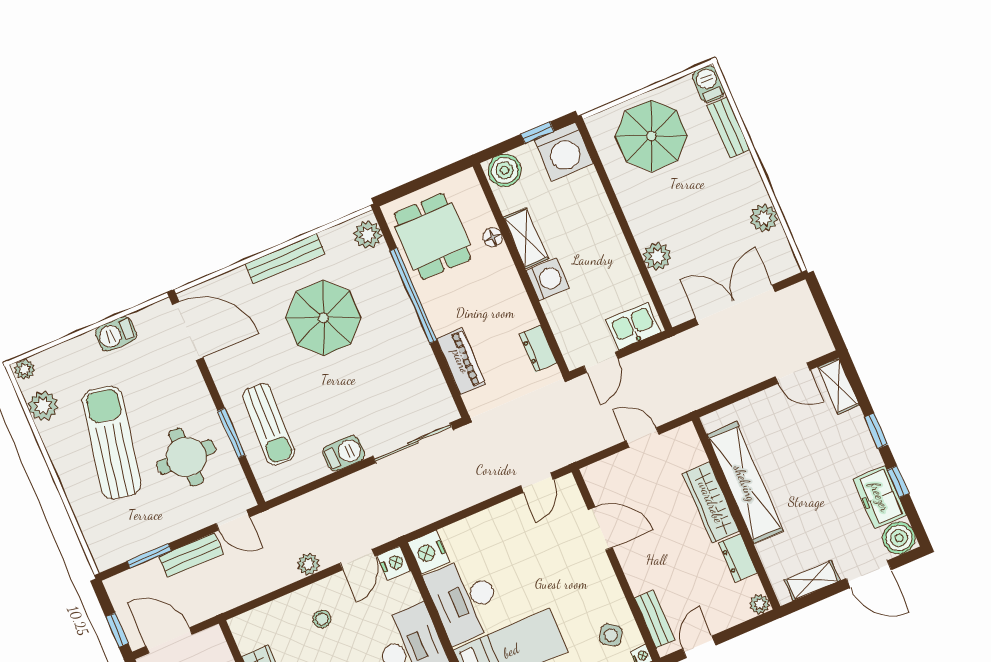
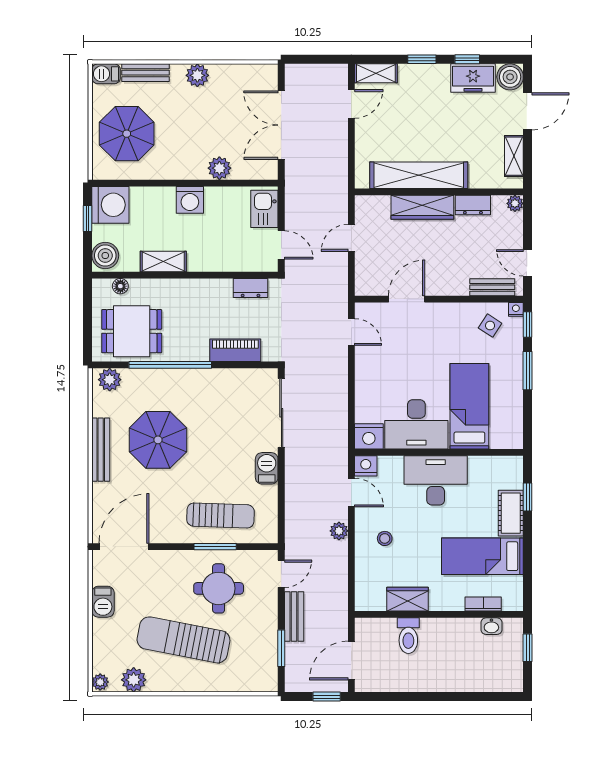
plant: (764, 218) -> (197, 75), moved
floor lamp: (493, 237) -> (120, 286), moved
washing machine: (548, 279) -> (190, 200), moved, turned 180

